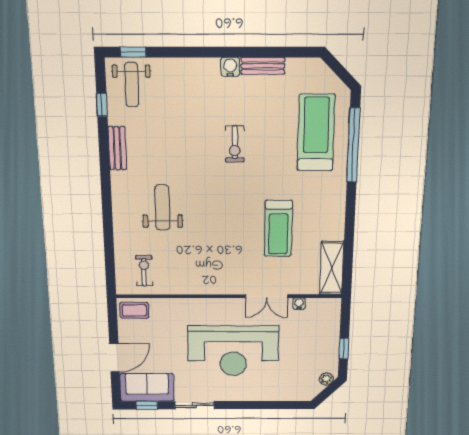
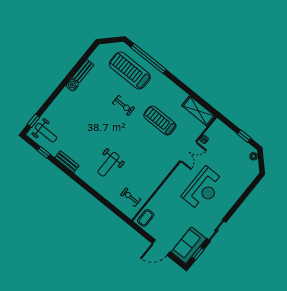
exercise bike: (235, 144) -> (124, 105), moved
weight bench: (162, 208) -> (108, 164), turned -90
treadmill: (278, 228) -> (160, 120), turned 180
reception desk: (233, 351) -> (203, 189), width x0.74, depth x0.77
door: (115, 358) -> (161, 248), swing flipped

